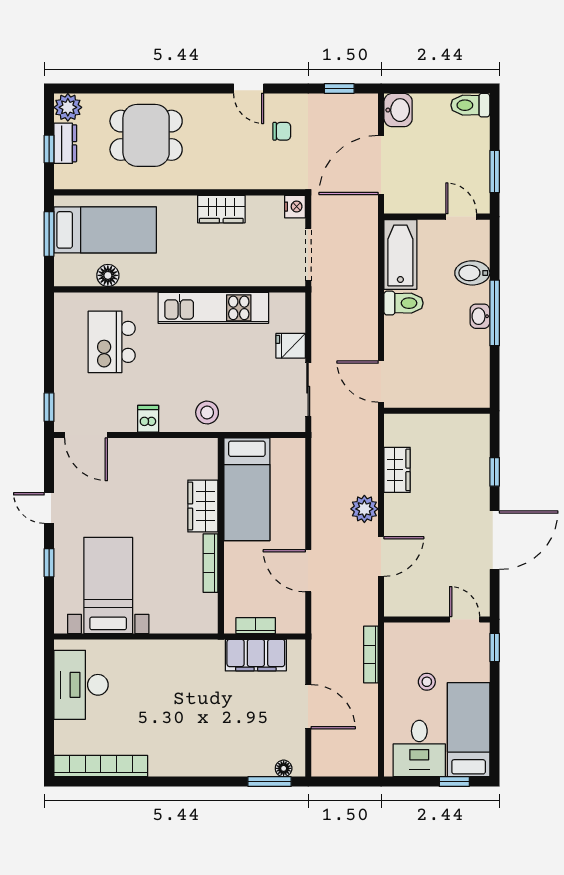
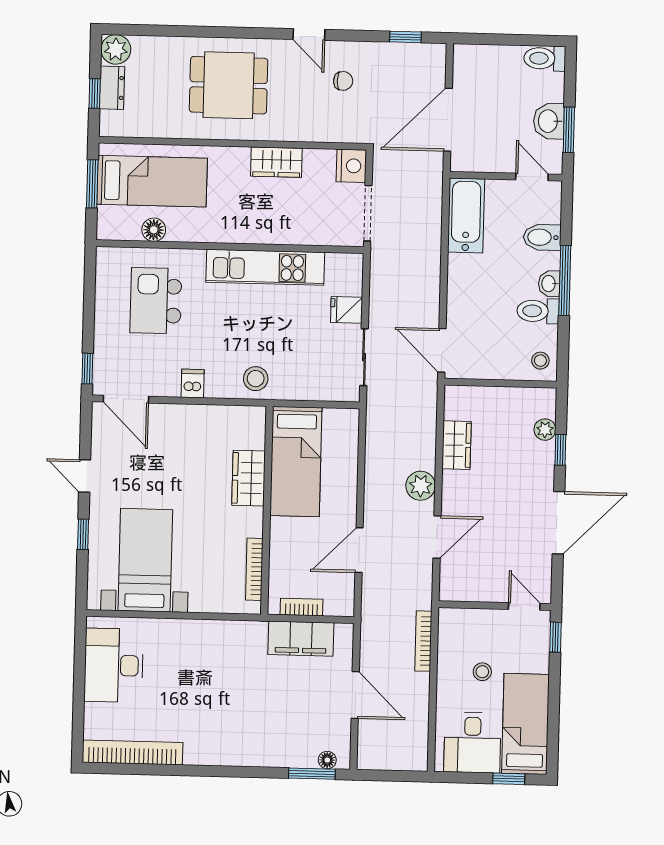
washbasin: (398, 110) -> (549, 121), moved, turned 180
dining table: (146, 135) -> (229, 85), moved
nightstand: (295, 207) -> (351, 166), width x1.36, depth x1.33
toilet: (404, 303) -> (538, 311), moved, turned 180
stool: (474, 389) -> (540, 361), added
plant: (480, 453) -> (545, 430), added
bookcase: (210, 563) -> (254, 569), moved
door: (308, 571) -> (359, 550), hinge flipped

